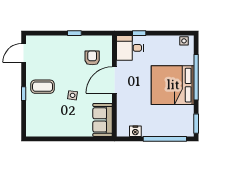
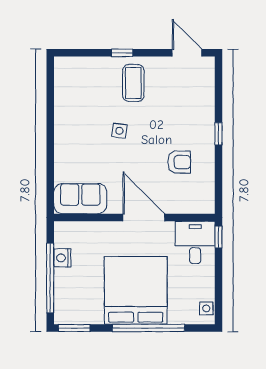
desk: (130, 48) -> (195, 242), moved
door: (114, 80) -> (144, 218), moved
wall: (114, 86) -> (134, 218), moved
sofa: (103, 120) -> (80, 199), moved
nightstand: (135, 131) -> (62, 258), moved

